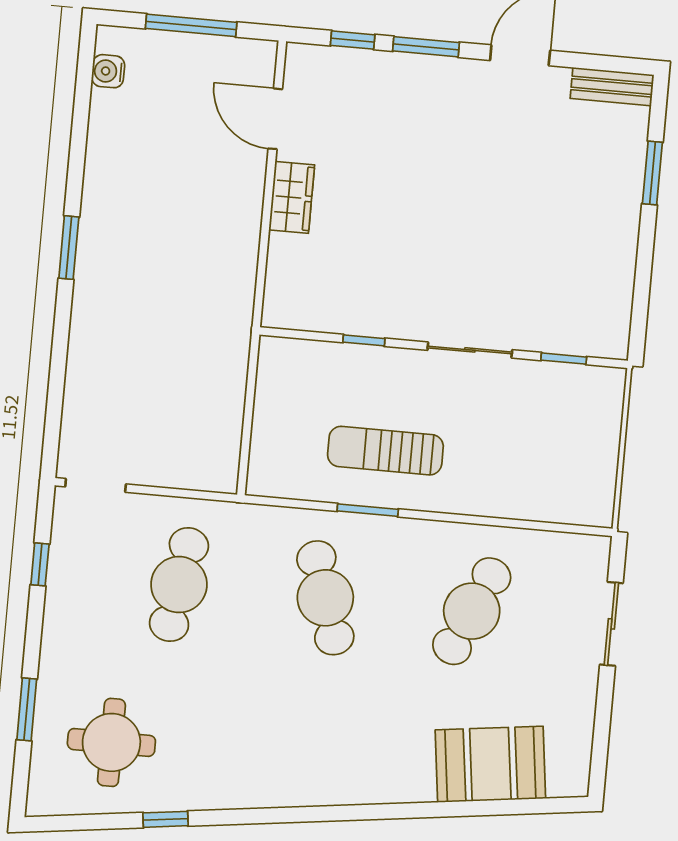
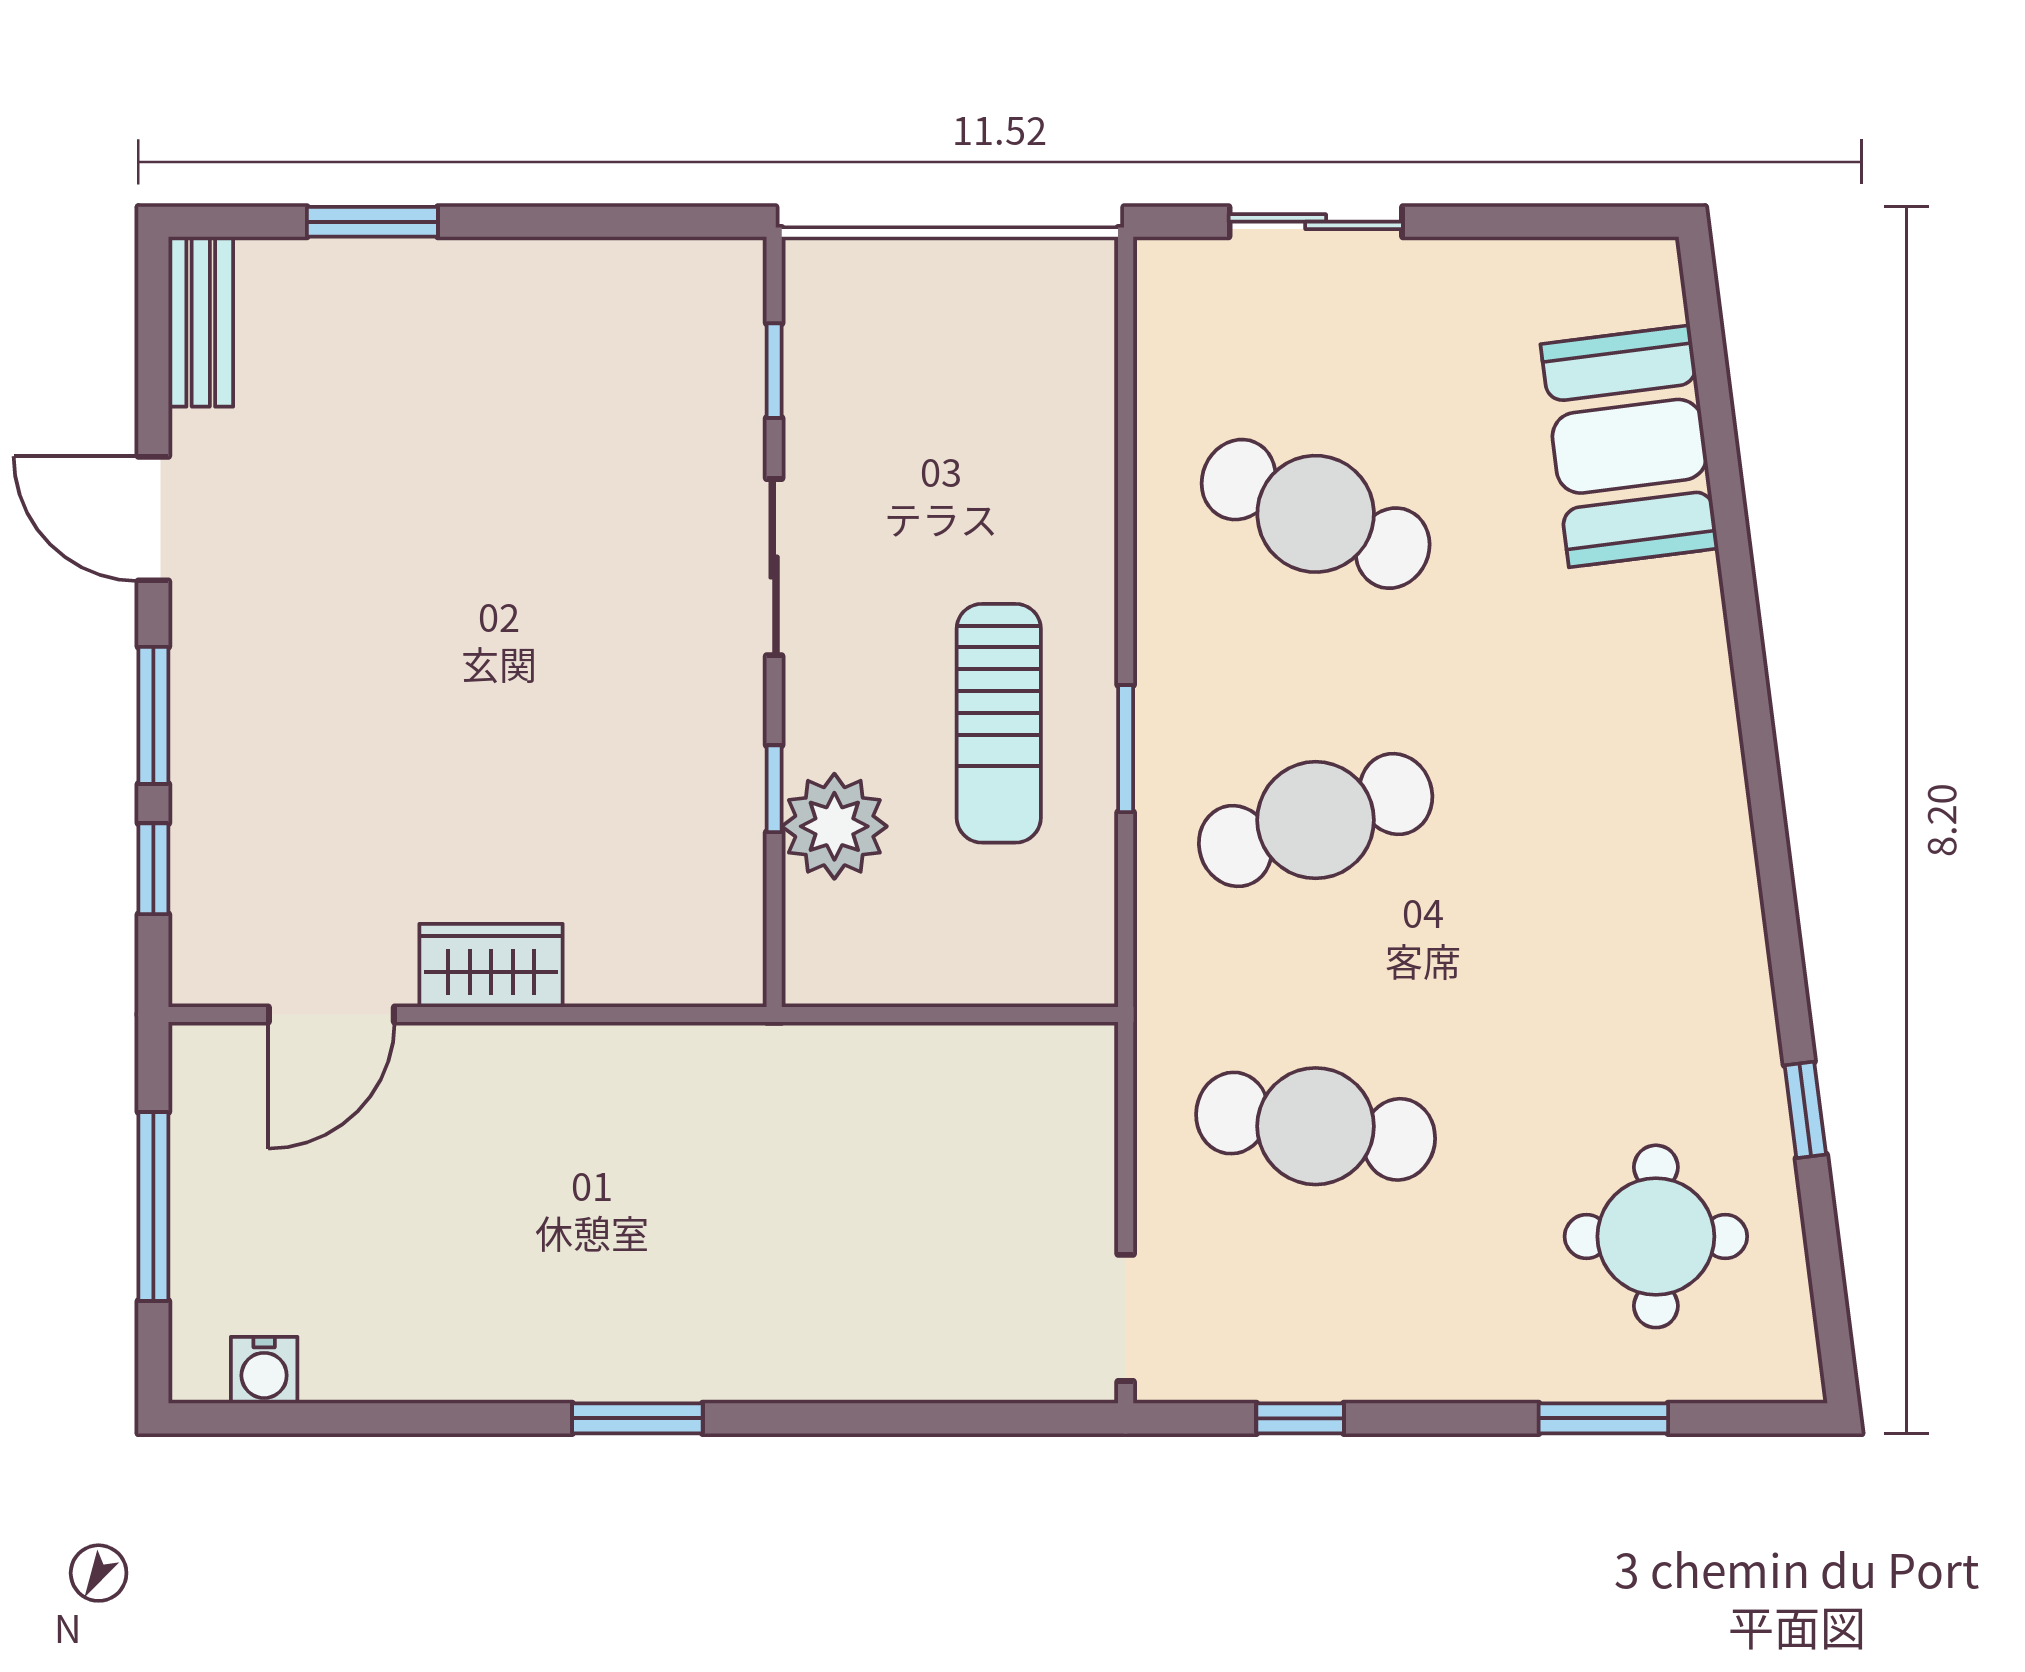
plant: (343, 368) -> (834, 826), added

